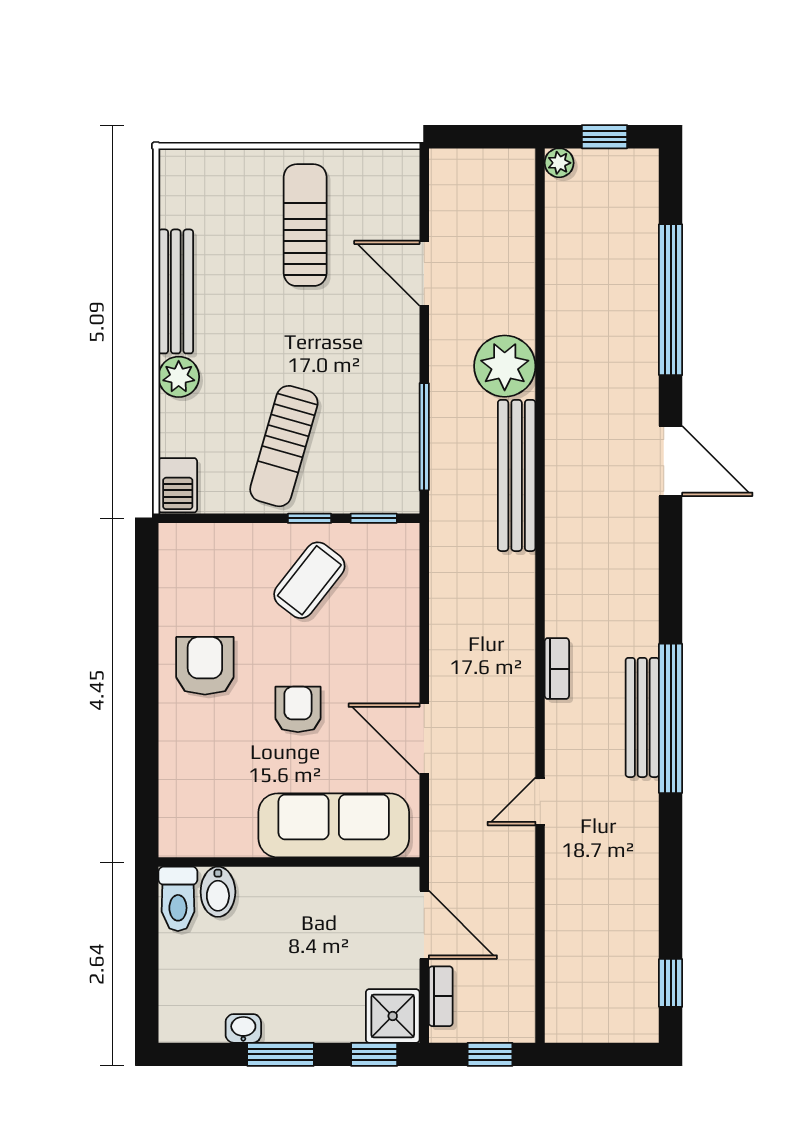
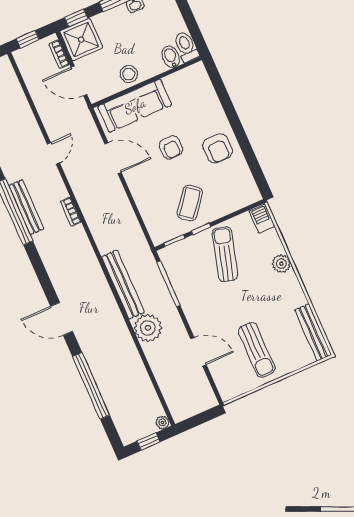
bench: (176, 291) -> (313, 332), moved
stool: (318, 895) -> (129, 74), added
shower: (393, 1016) -> (81, 40), width x1.36, depth x1.36

